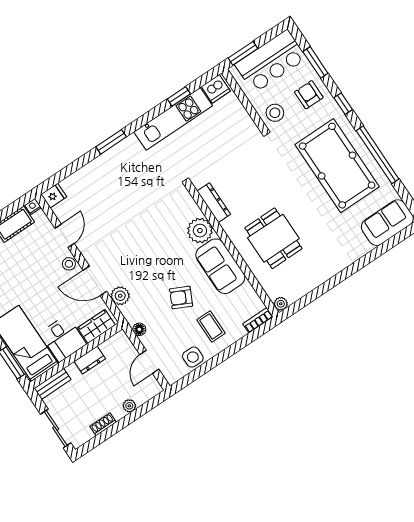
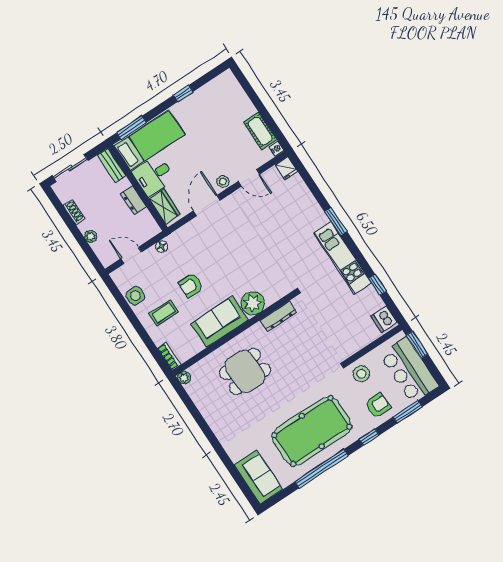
kitchen unit: (173, 119) -> (343, 258), moved
plant: (120, 296) -> (193, 229), removed
armchair: (181, 298) -> (191, 285), turned -116

